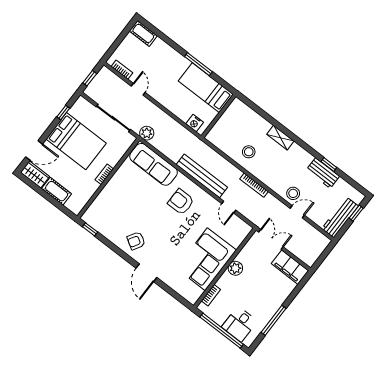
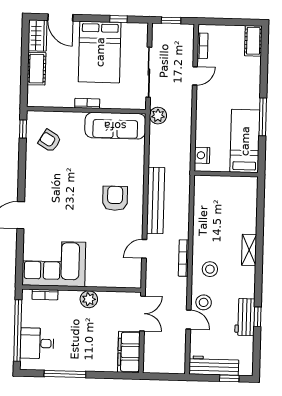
stool: (249, 152) -> (210, 269), moved
sofa: (154, 164) -> (115, 126), moved, turned -90
armchair: (136, 241) -> (50, 141), moved
corner sofa: (206, 259) -> (54, 264), moved

